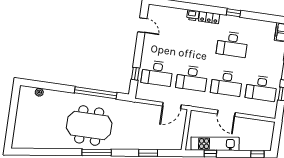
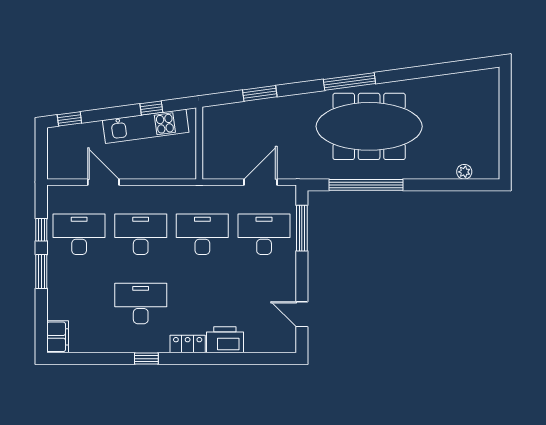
printer: (193, 15) -> (225, 340), width x1.87, depth x1.48
window: (135, 74) -> (302, 228), width x2.17
door: (172, 105) -> (260, 182), moved
door: (226, 113) -> (103, 182), moved
meeting table: (89, 126) -> (369, 126), width x1.36

